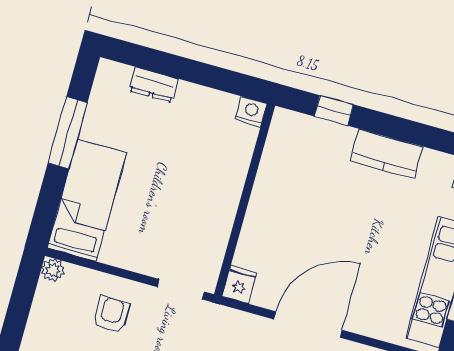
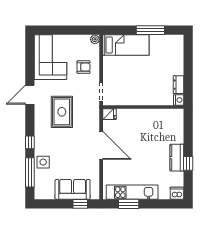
dresser: (154, 85) -> (178, 85), moved
window: (334, 110) -> (188, 163), moved

